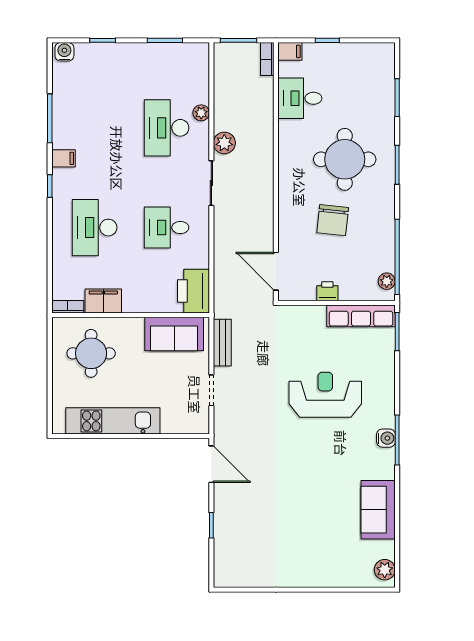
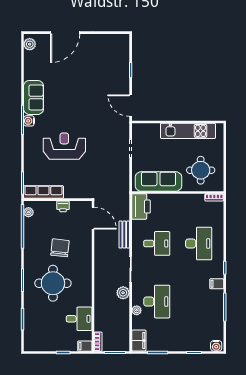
filing cabinet: (103, 301) -> (139, 340), moved, turned -90
sofa: (174, 334) -> (158, 182), width x1.36
bench: (222, 343) -> (124, 235), moved
reception desk: (325, 395) -> (64, 146), turned 180
sofa: (378, 510) -> (34, 97), moved
door: (324, 590) -> (65, 33), added

